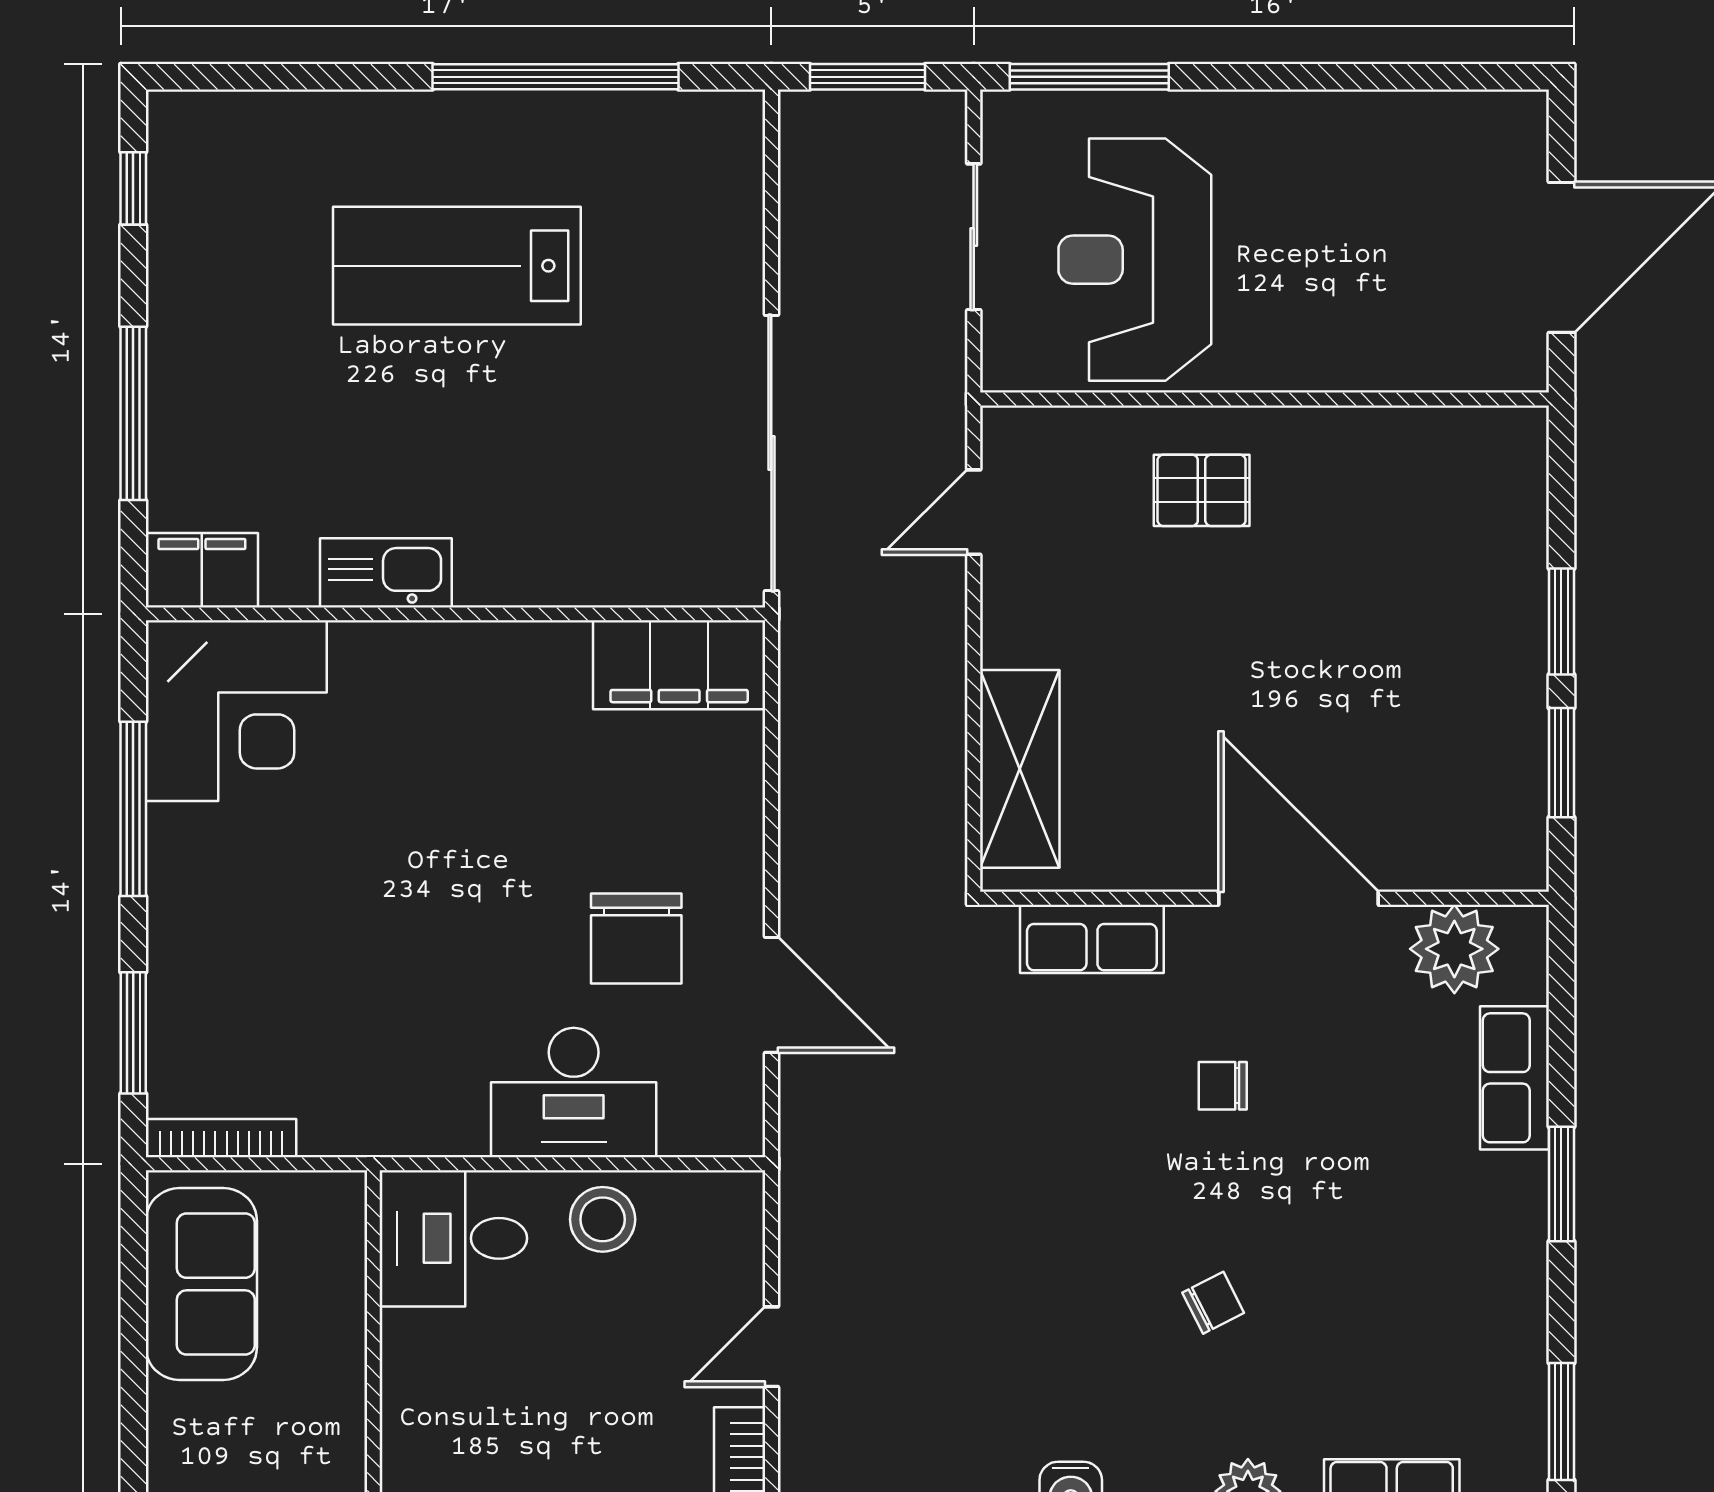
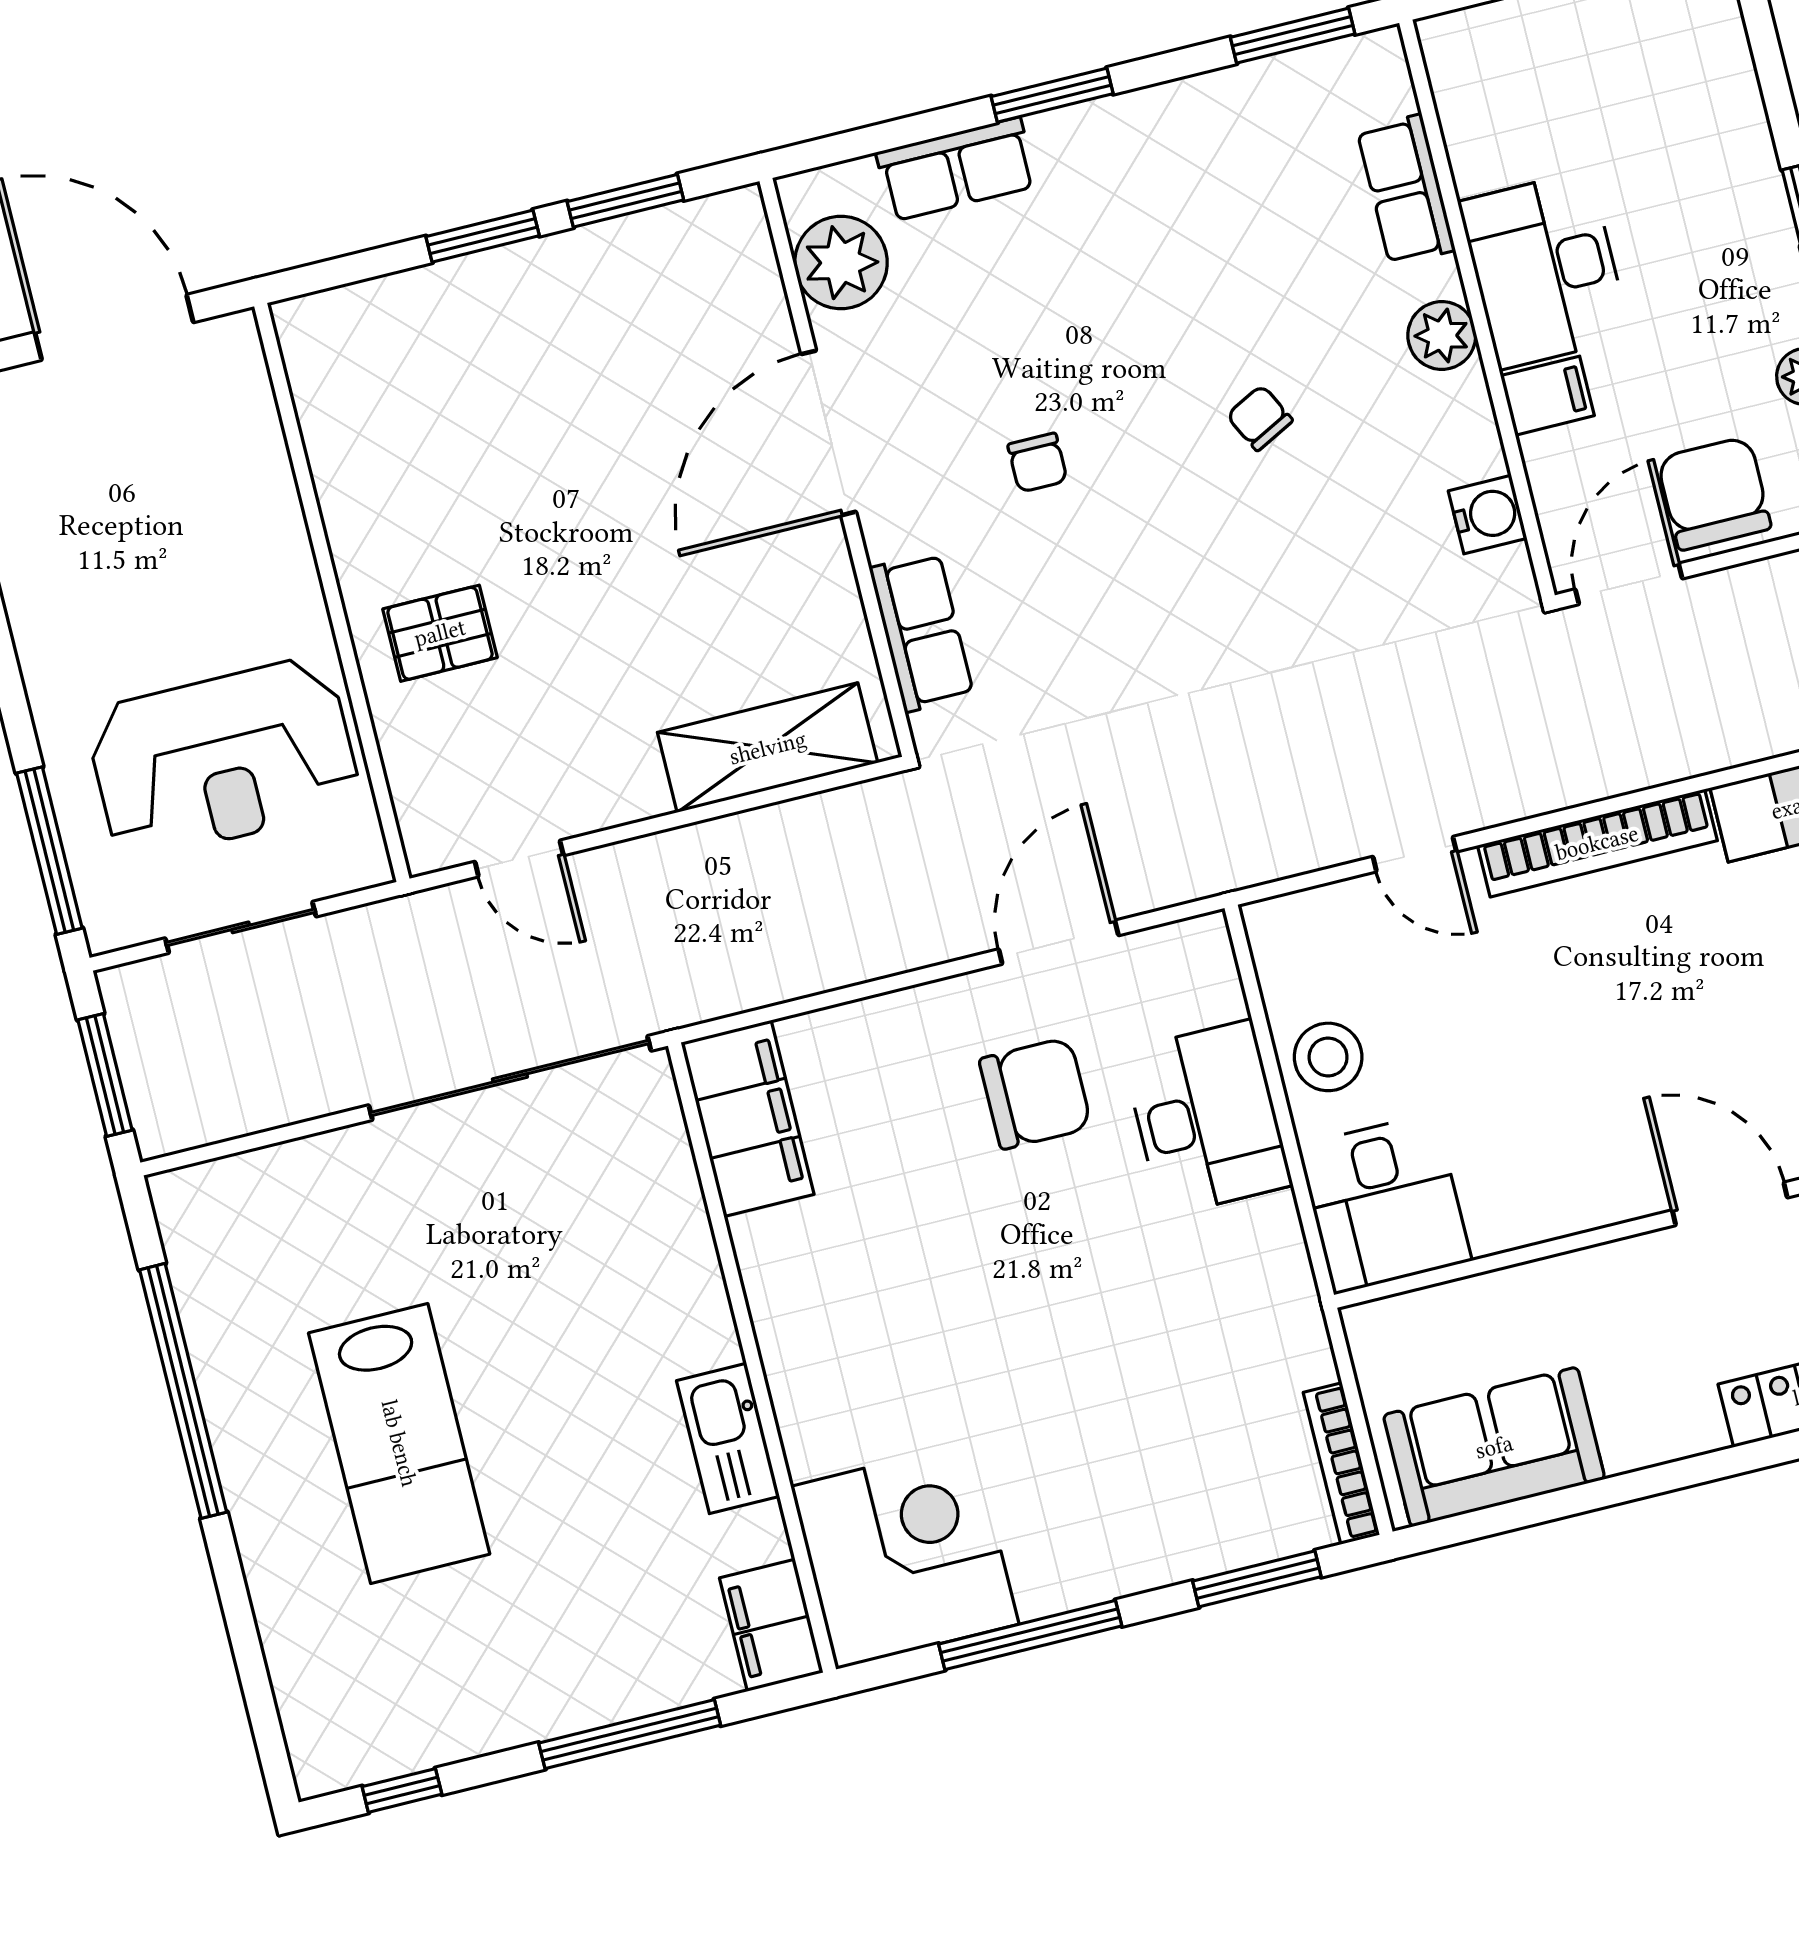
pallet: (1202, 490) -> (440, 633), turned 90

